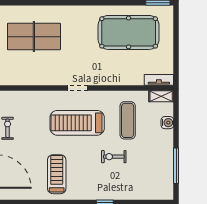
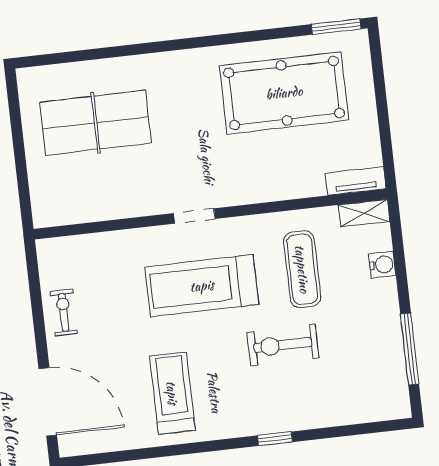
exercise bike: (114, 157) -> (283, 345), width x1.38, depth x1.39

